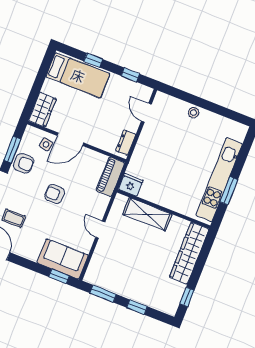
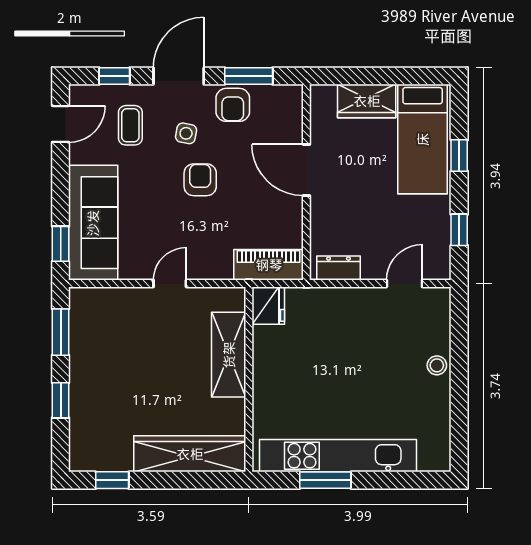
wardrobe: (42, 110) -> (367, 101), moved
side table: (46, 144) -> (186, 133), moved
sofa: (63, 259) -> (93, 223), width x1.36

